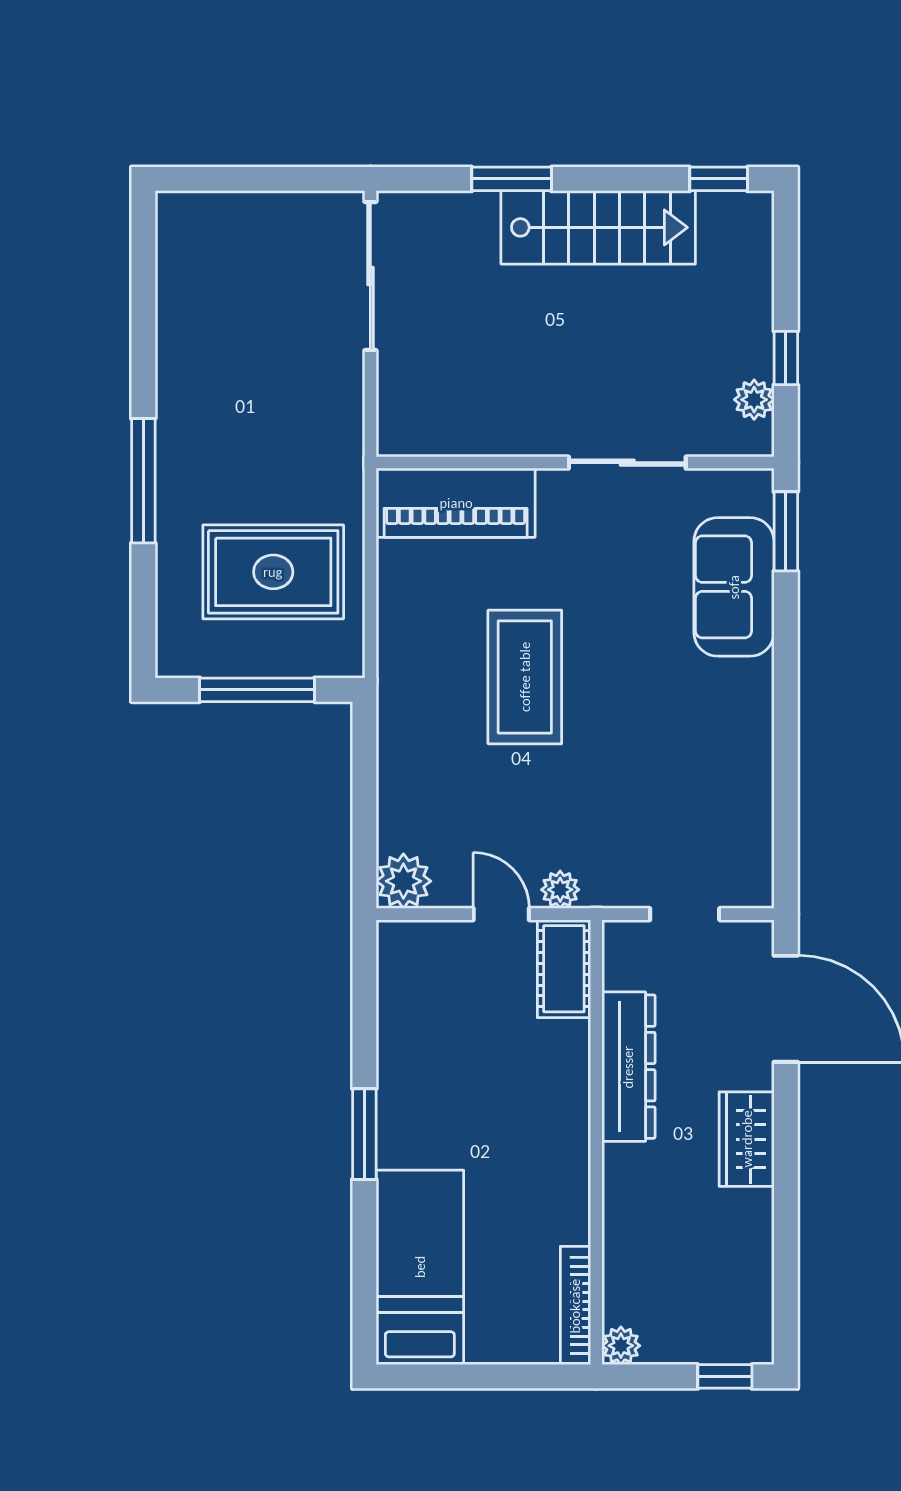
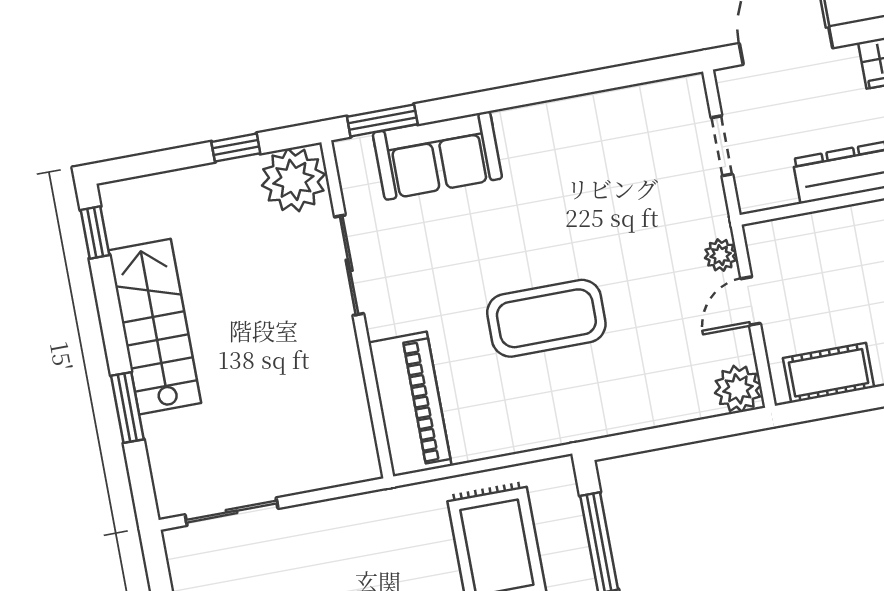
sliding door: (370, 276) -> (232, 512), width x0.73
plant: (754, 400) -> (293, 180), width x1.88, depth x1.88
cot: (564, 969) -> (829, 373), moved

